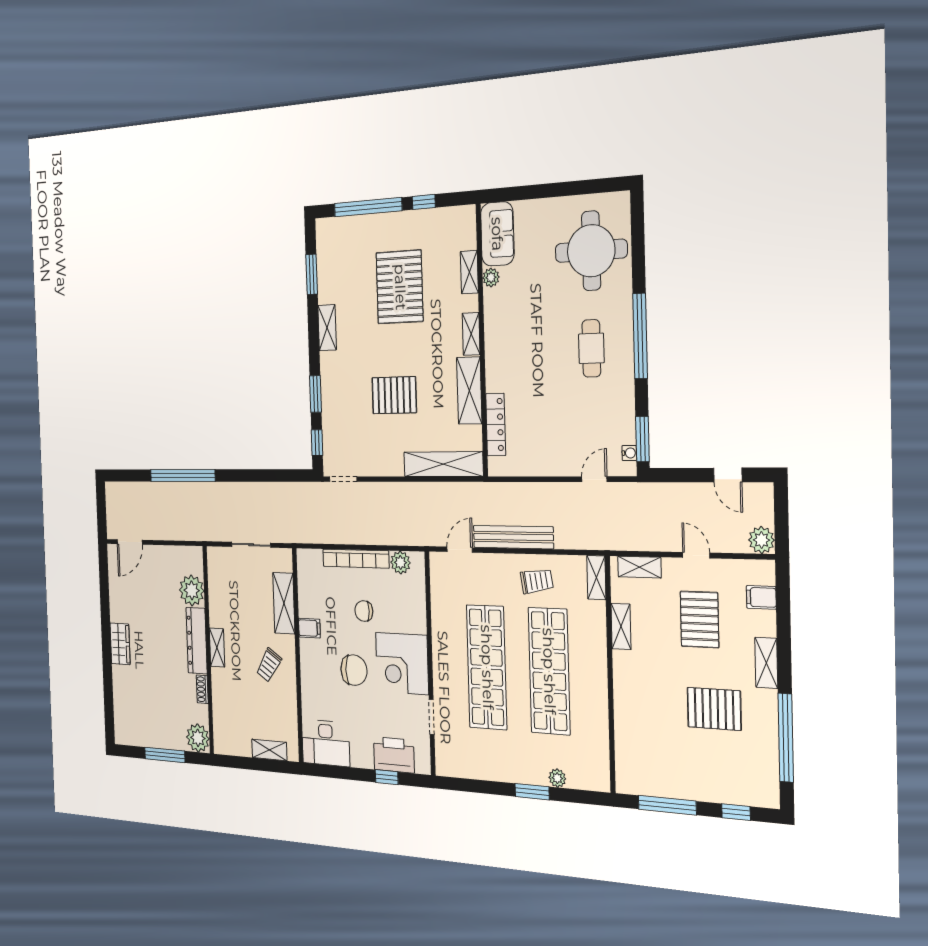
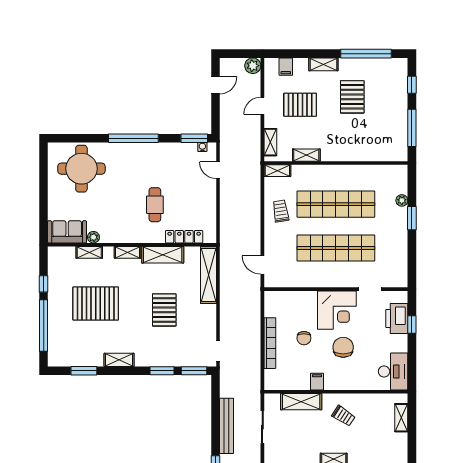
cafe table: (591, 348) -> (155, 205), moved, turned 90
window: (317, 443) -> (194, 371), width x1.50
bench: (513, 537) -> (227, 426), moved
plant: (400, 563) -> (272, 309), removed

